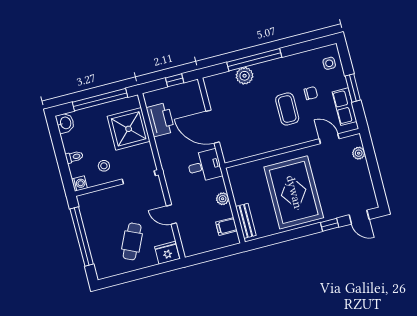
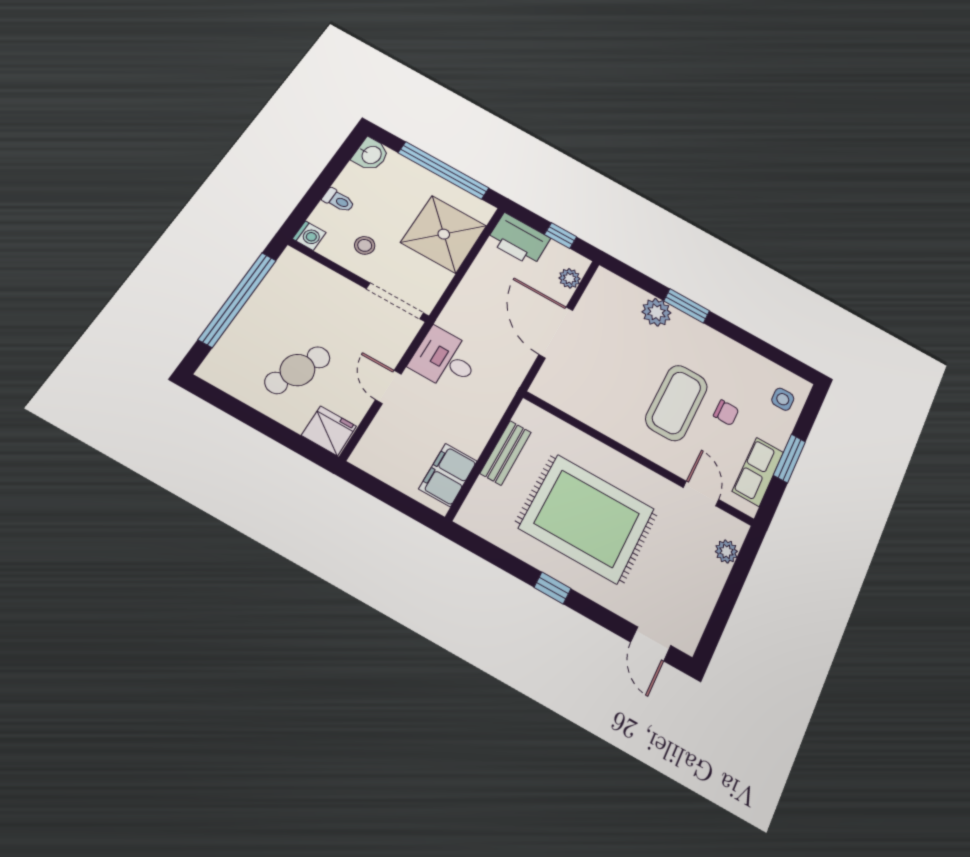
window: (254, 60) -> (687, 306), width x0.47
coffee table: (287, 109) -> (677, 403), width x1.36, depth x1.32
printer: (160, 120) -> (519, 240), moved, turned 90
desk: (204, 166) -> (445, 359), moved, turned 180
rug: (294, 192) -> (587, 518), turned 90
plant: (223, 199) -> (570, 278), moved
bench: (246, 221) -> (506, 453), moved
window: (330, 225) -> (552, 588), moved
filing cabinet: (226, 226) -> (448, 475), width x2.00

